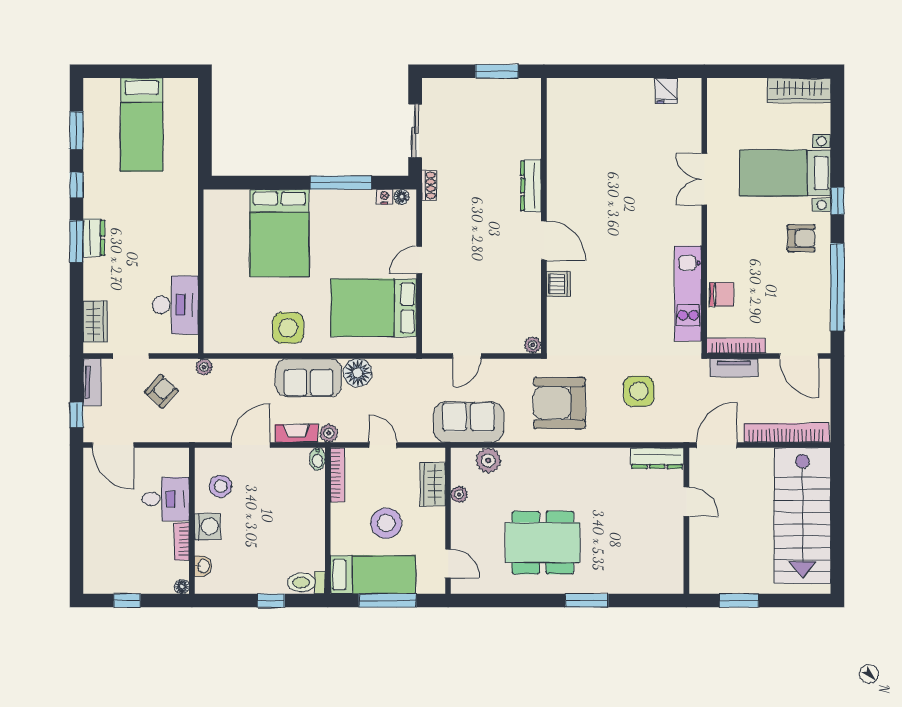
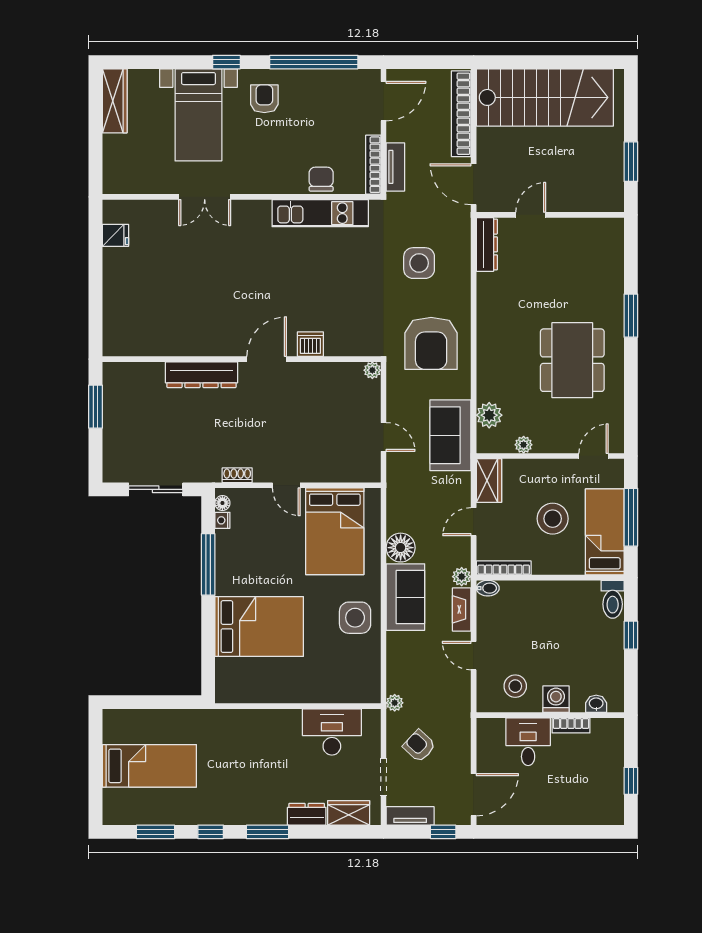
shoe rack: (429, 185) -> (237, 475), moved
dresser: (531, 186) -> (202, 375), width x1.37, depth x1.24
dresser: (94, 238) -> (307, 814), moved
door: (251, 445) -> (474, 656), width x0.73
wardrobe: (433, 484) -> (489, 480), moved, turned -90
floor lamp: (182, 587) -> (617, 725), removed

